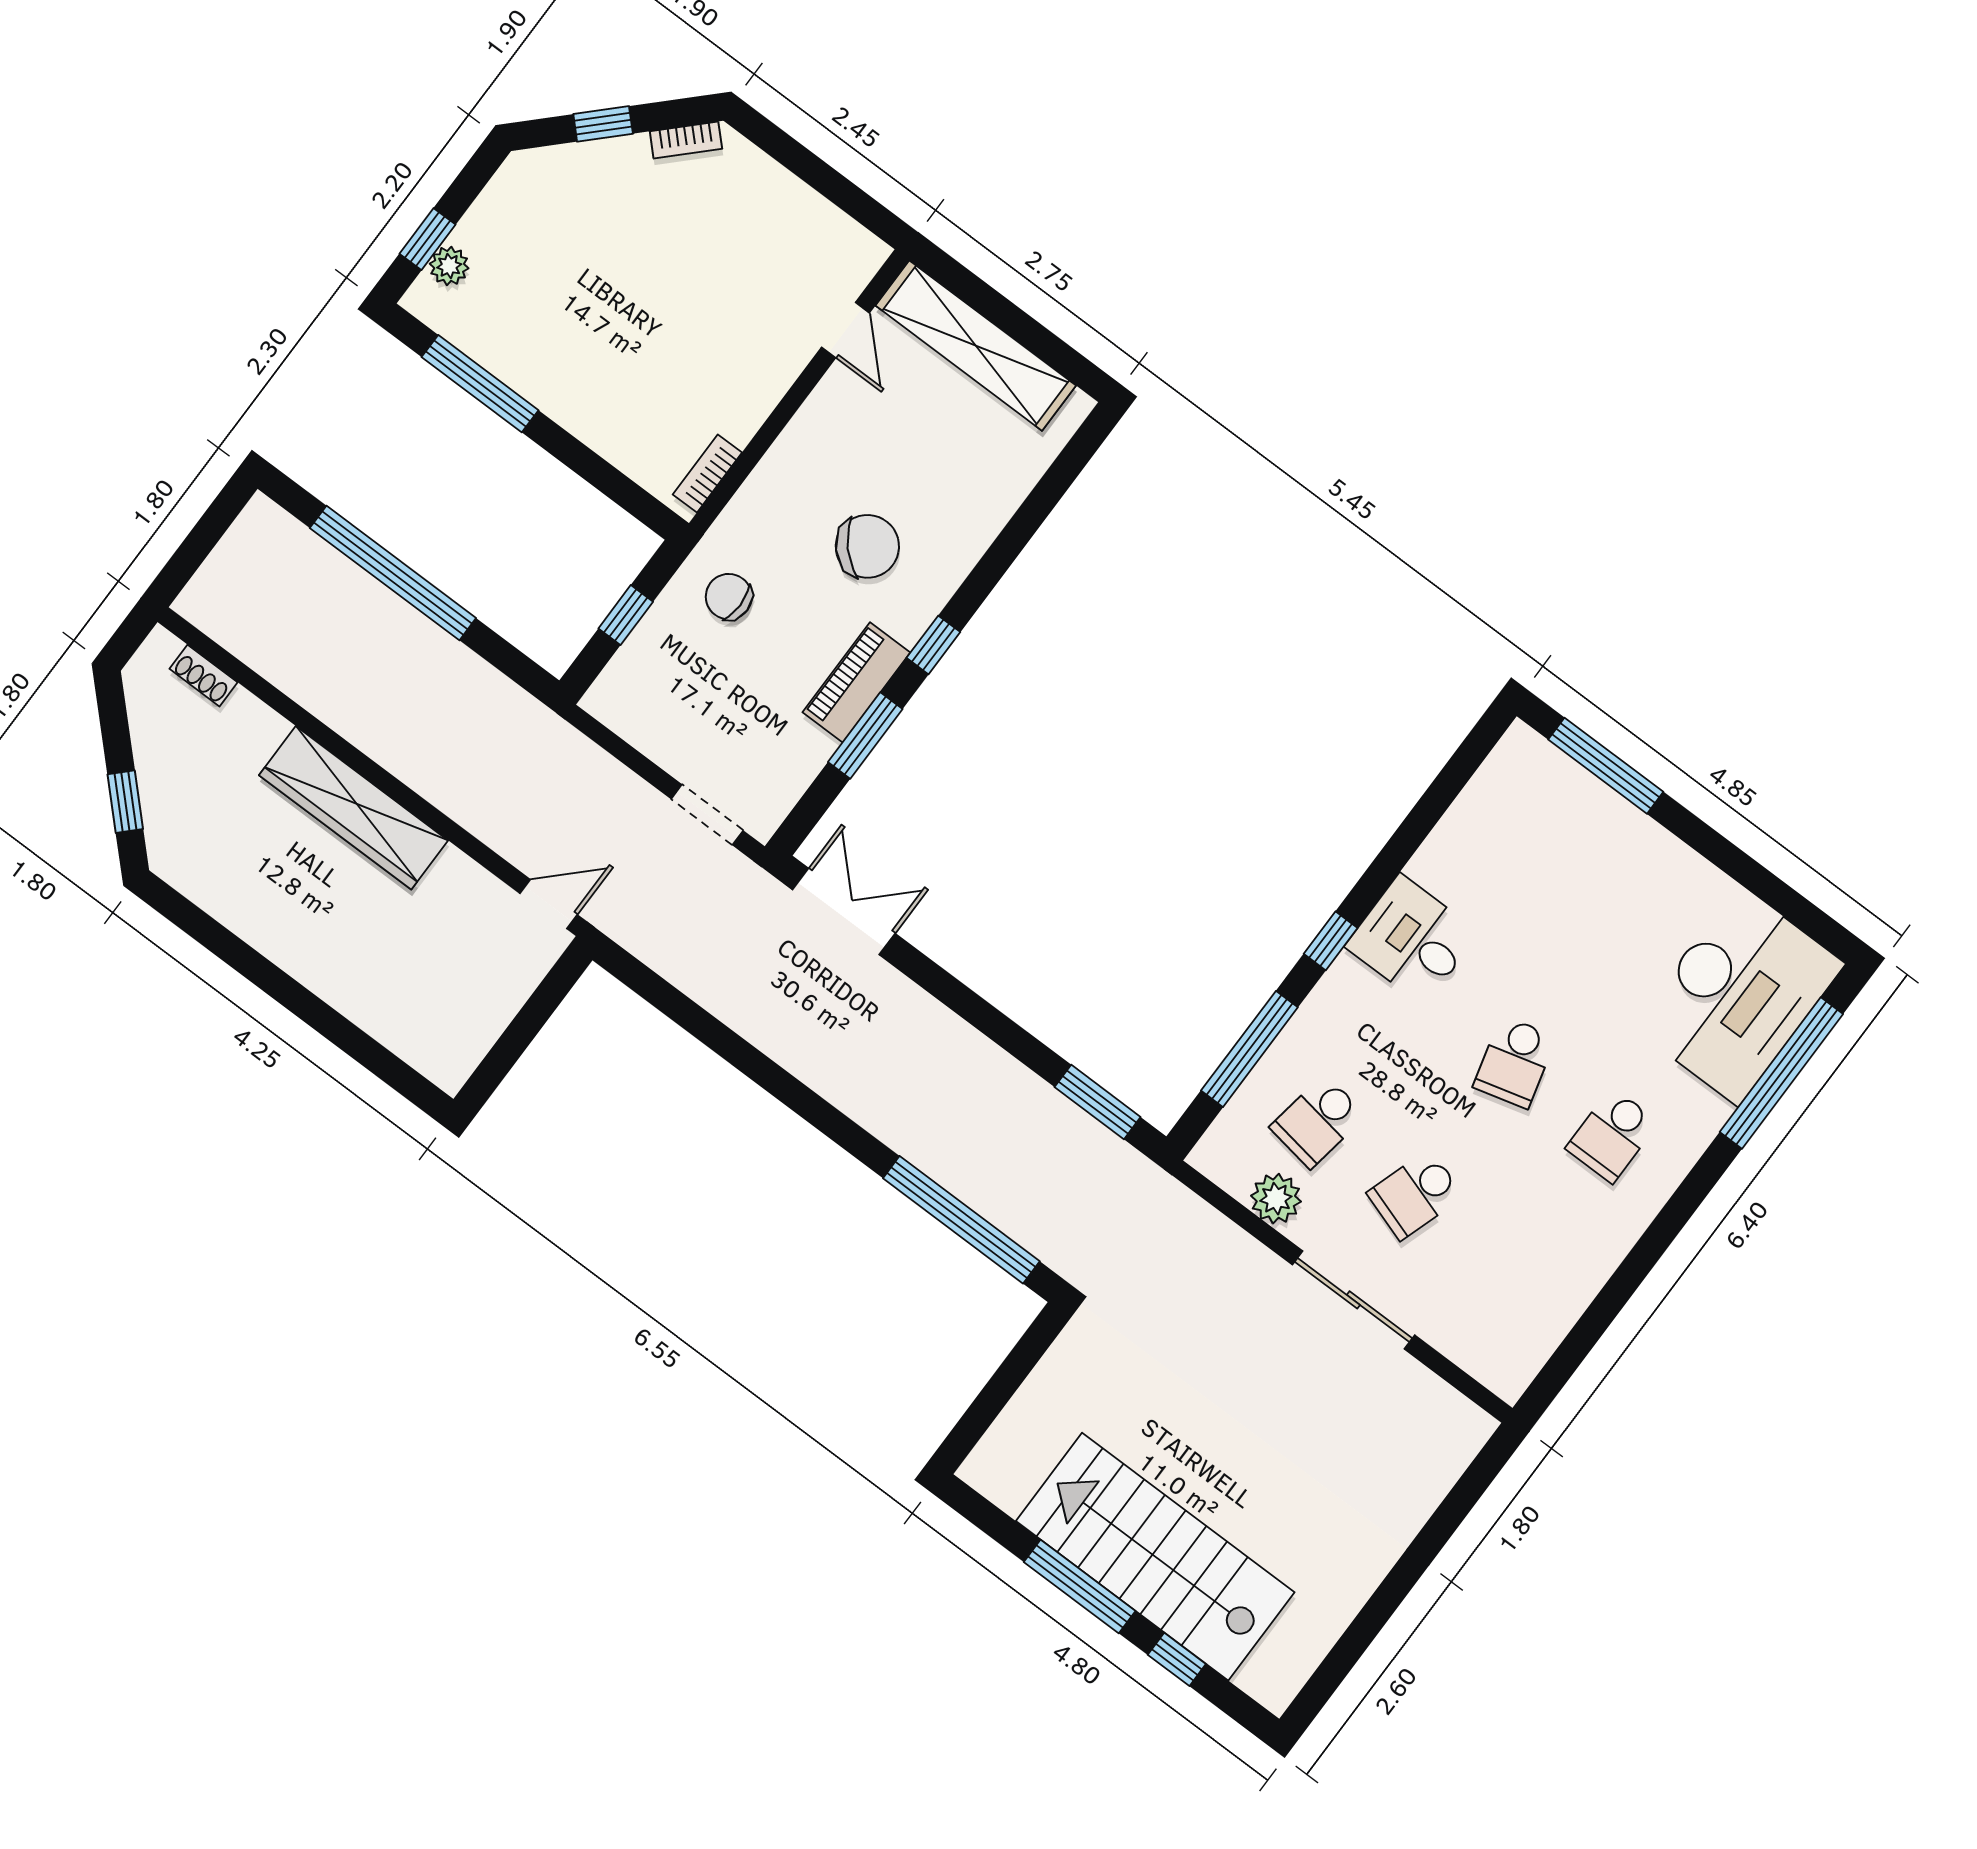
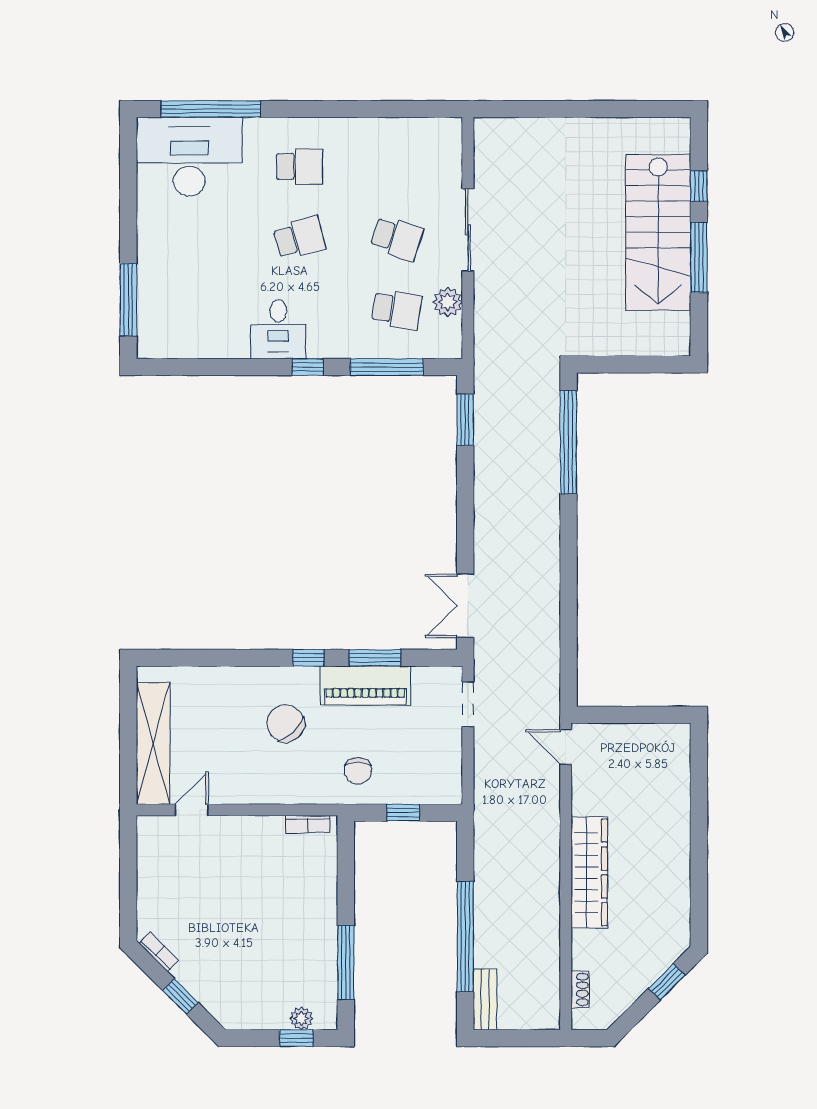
bench: (287, 536) -> (485, 1000), added
piano: (856, 682) -> (365, 686), width x1.37, depth x1.33

